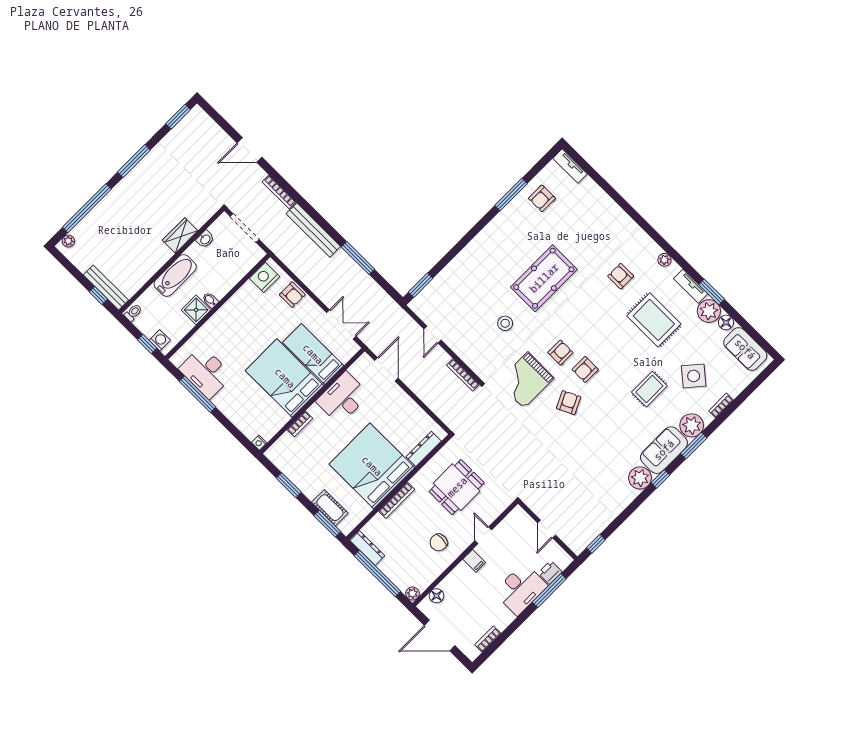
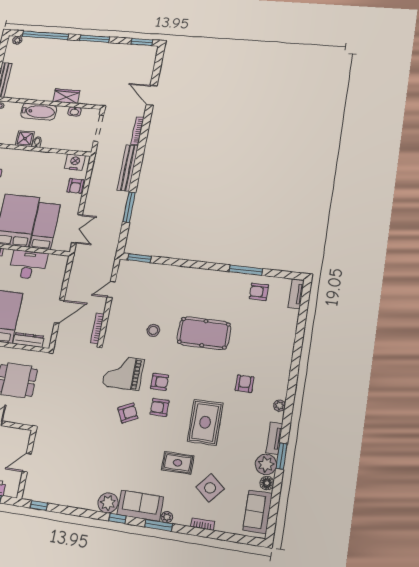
rug: (654, 320) -> (205, 422), moved
door: (386, 369) -> (59, 312), moved
plant: (692, 425) -> (167, 517), width x0.53, depth x0.53

